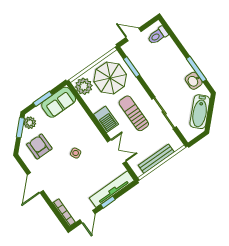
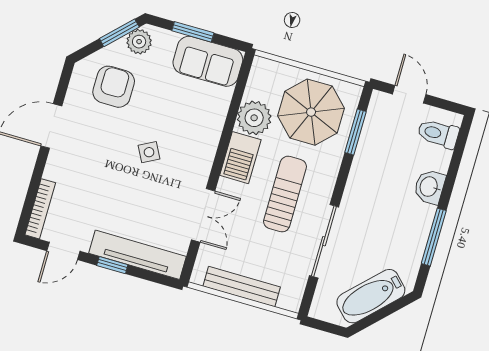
washbasin: (194, 81) -> (429, 187), moved
plant: (84, 86) -> (254, 118), moved

